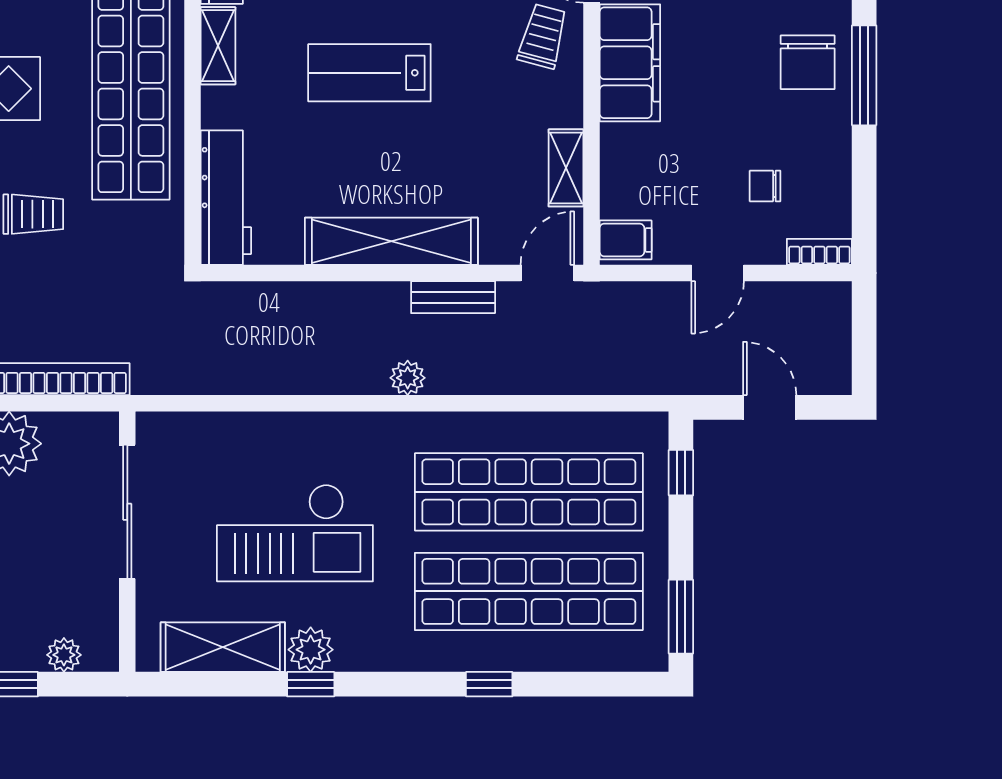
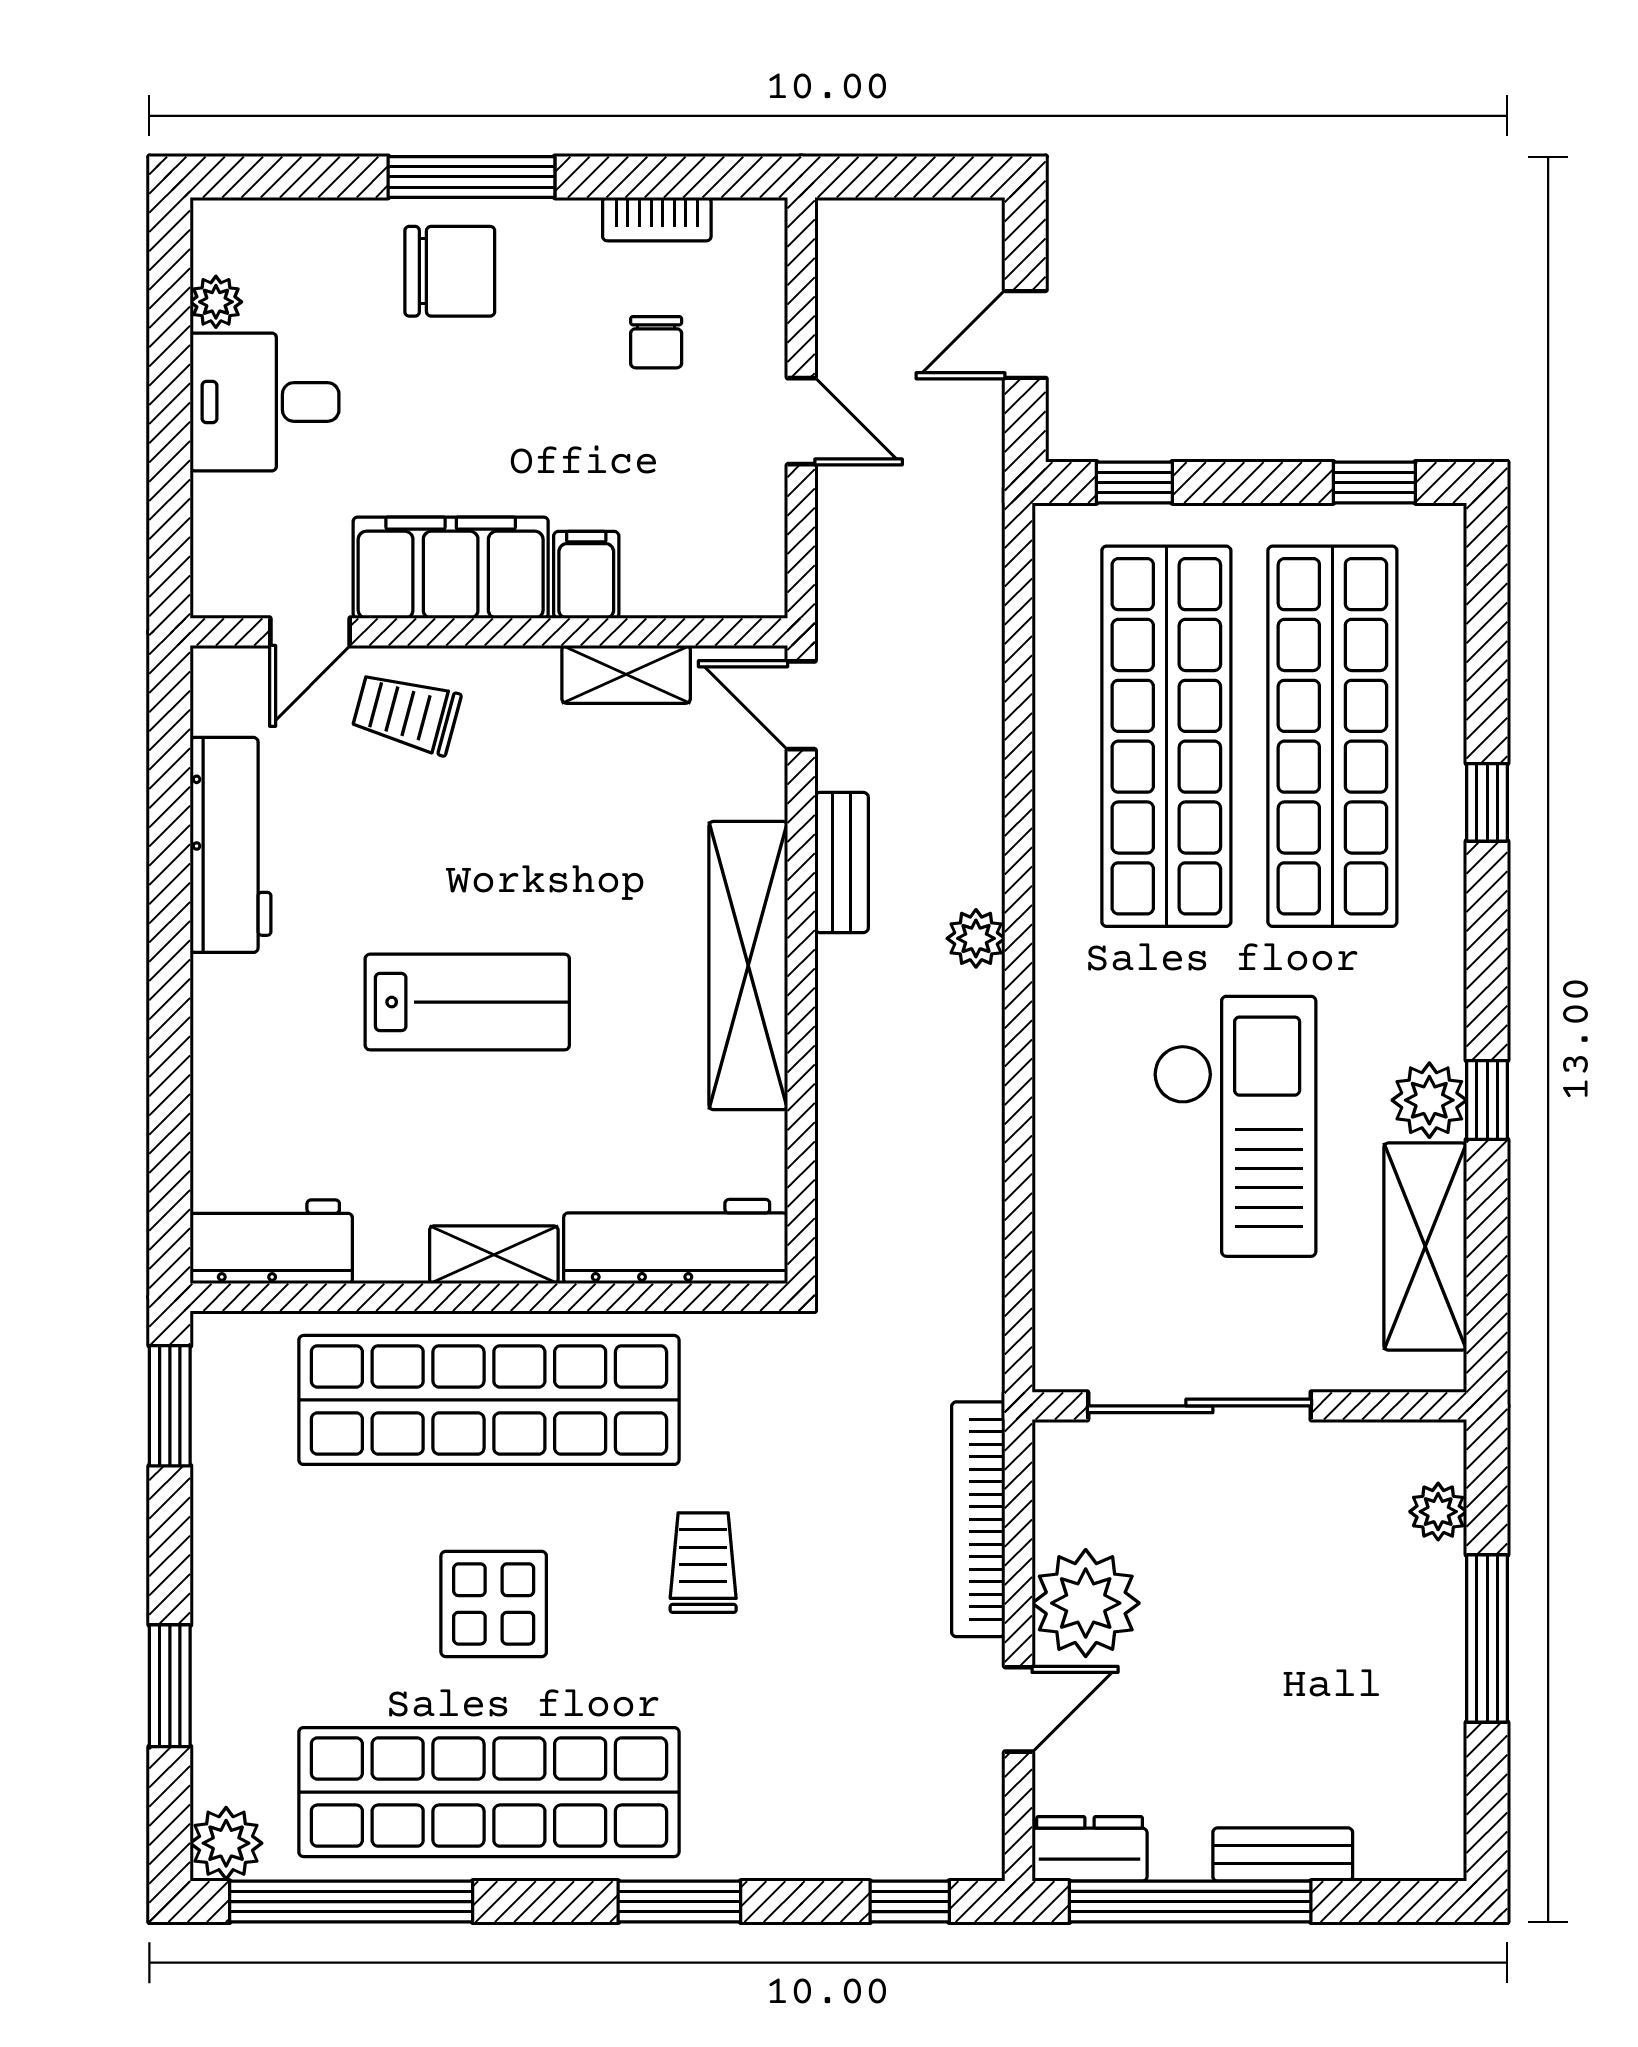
shelving: (218, 46) -> (494, 1255), moved
lab bench: (369, 73) -> (467, 1002), turned -90
filing cabinet: (626, 240) -> (586, 575), moved
bookcase: (819, 252) -> (657, 219), moved, turned -90
window: (681, 617) -> (1374, 482), width x0.67

